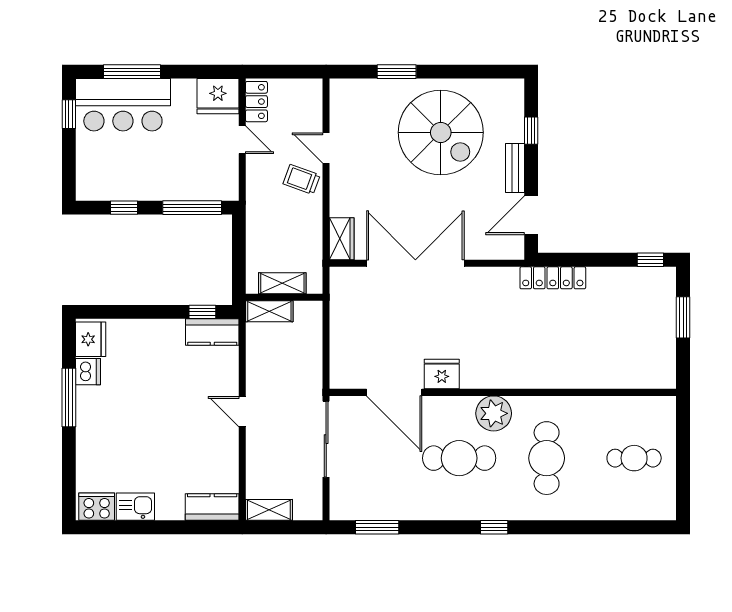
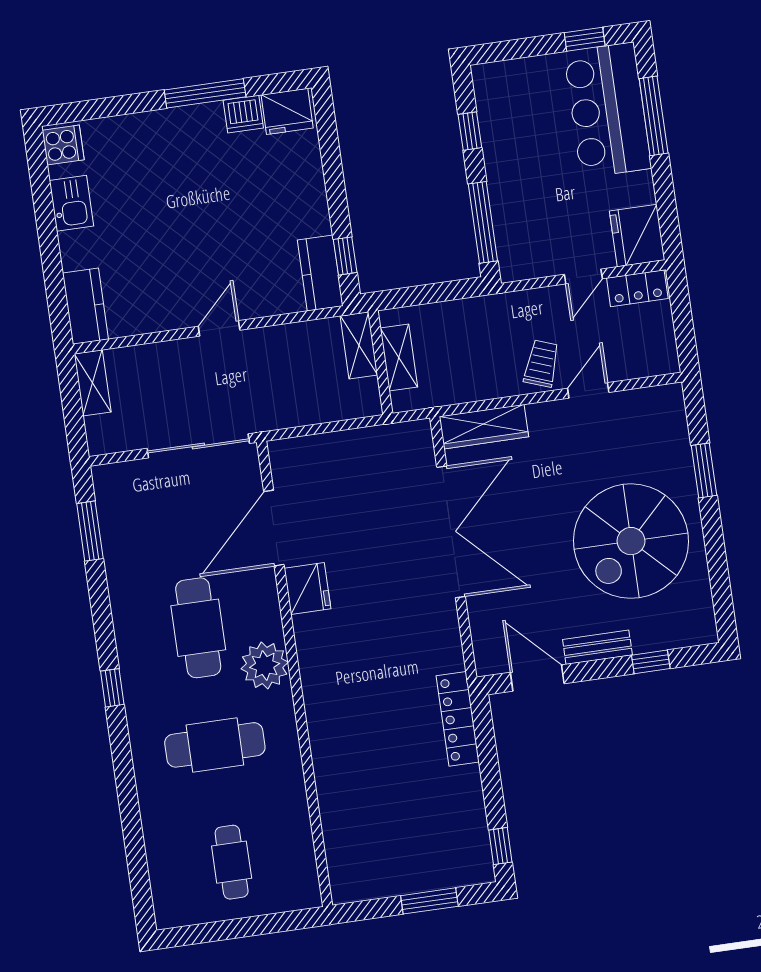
wardrobe: (342, 239) -> (484, 427), width x1.50
cooker: (97, 507) -> (63, 145), width x0.73

